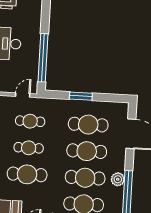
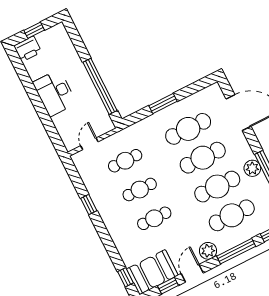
door: (23, 95) -> (89, 144), moved
cafe table: (27, 174) -> (154, 218), width x0.73, depth x0.74

